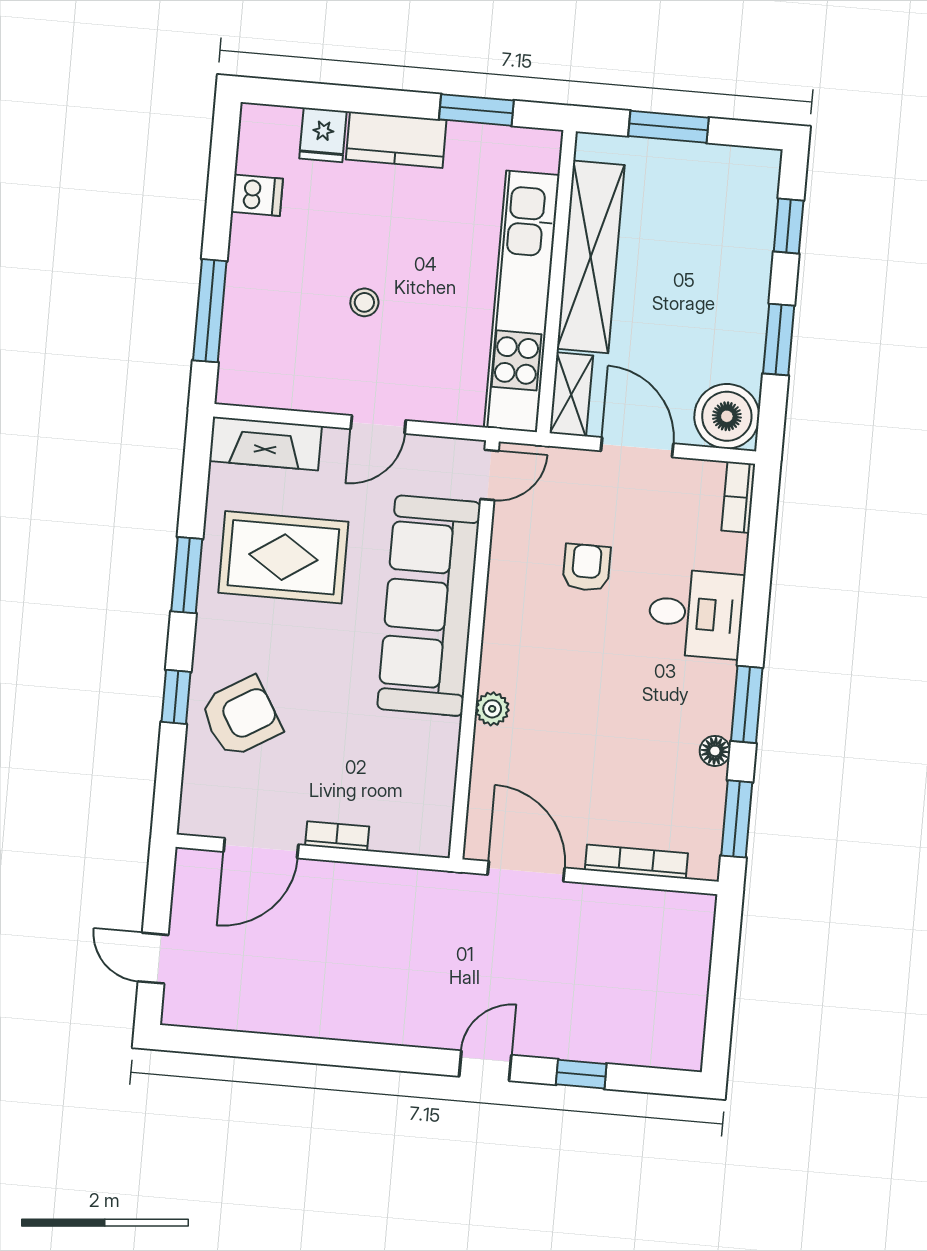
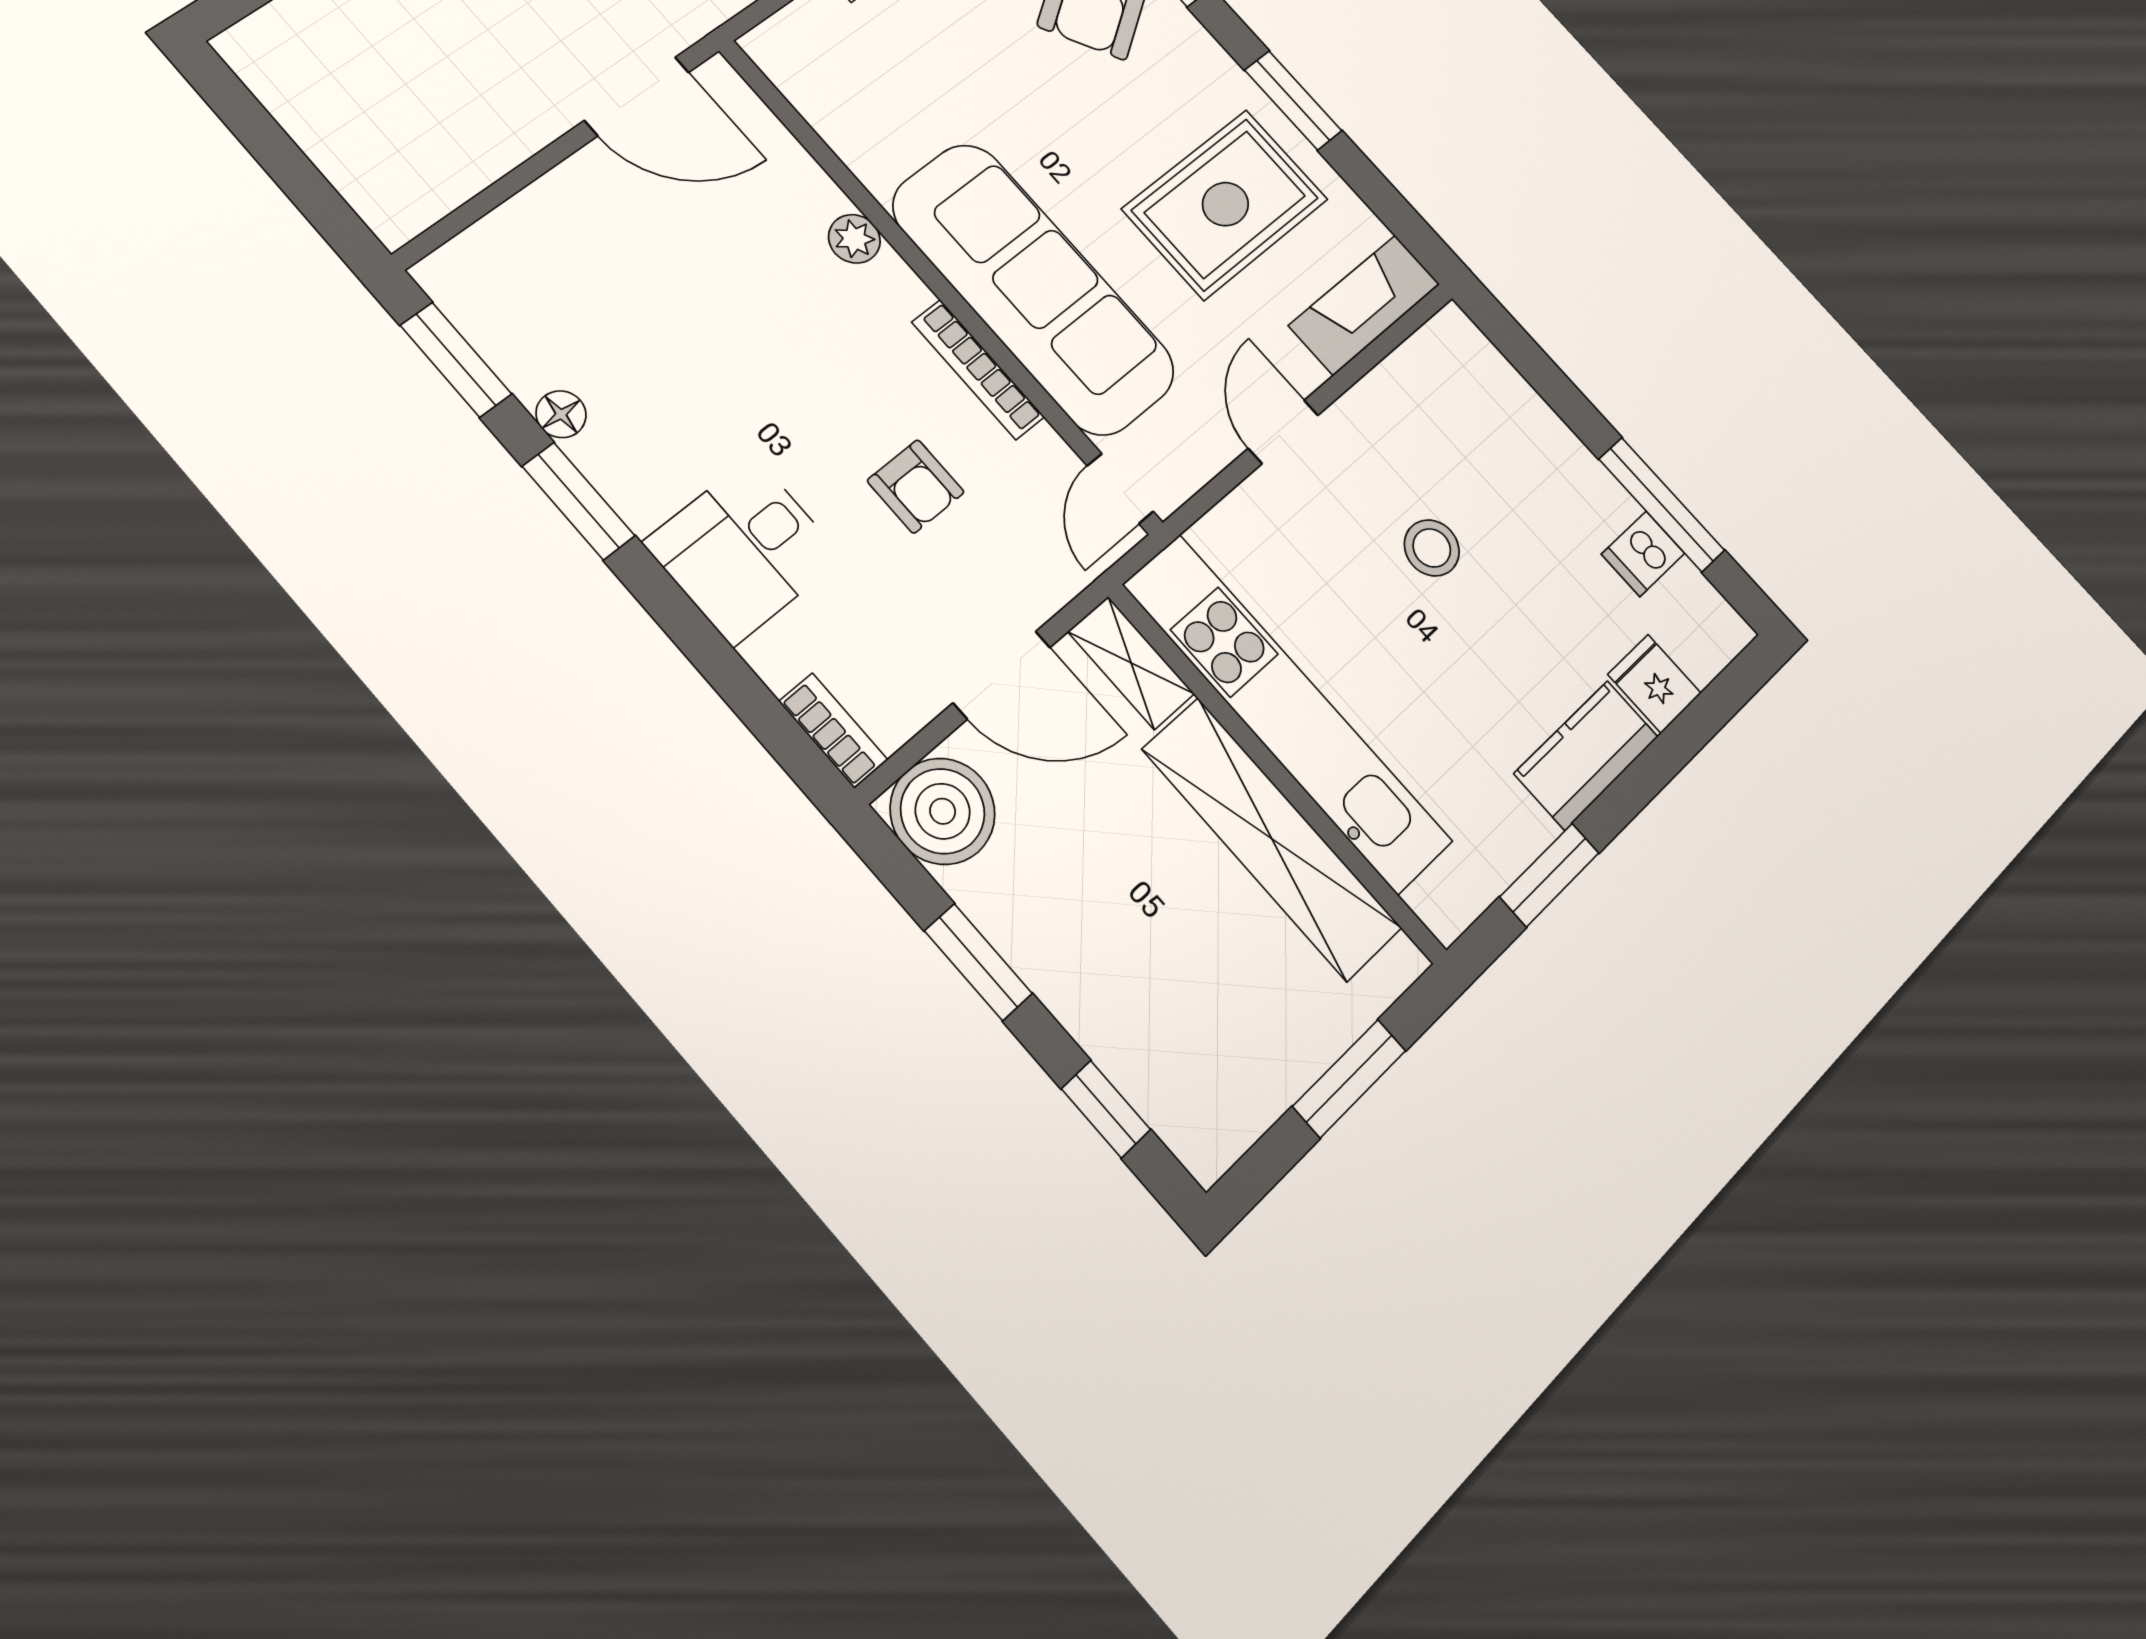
stool: (364, 302) -> (1432, 548), width x1.37, depth x1.37
window: (210, 311) -> (1662, 505), moved
bookcase: (636, 862) -> (978, 369), moved, turned 90

